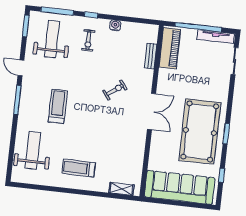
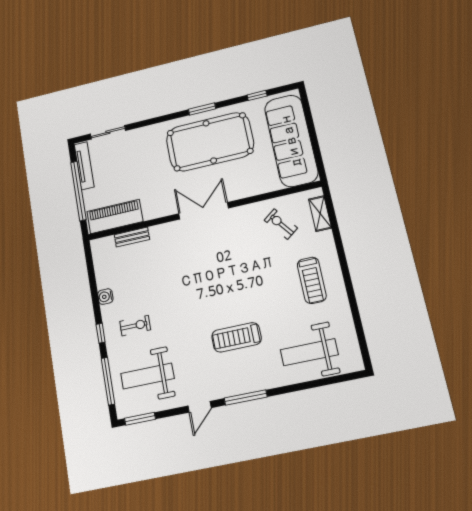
exercise bike: (115, 90) -> (281, 224), moved

